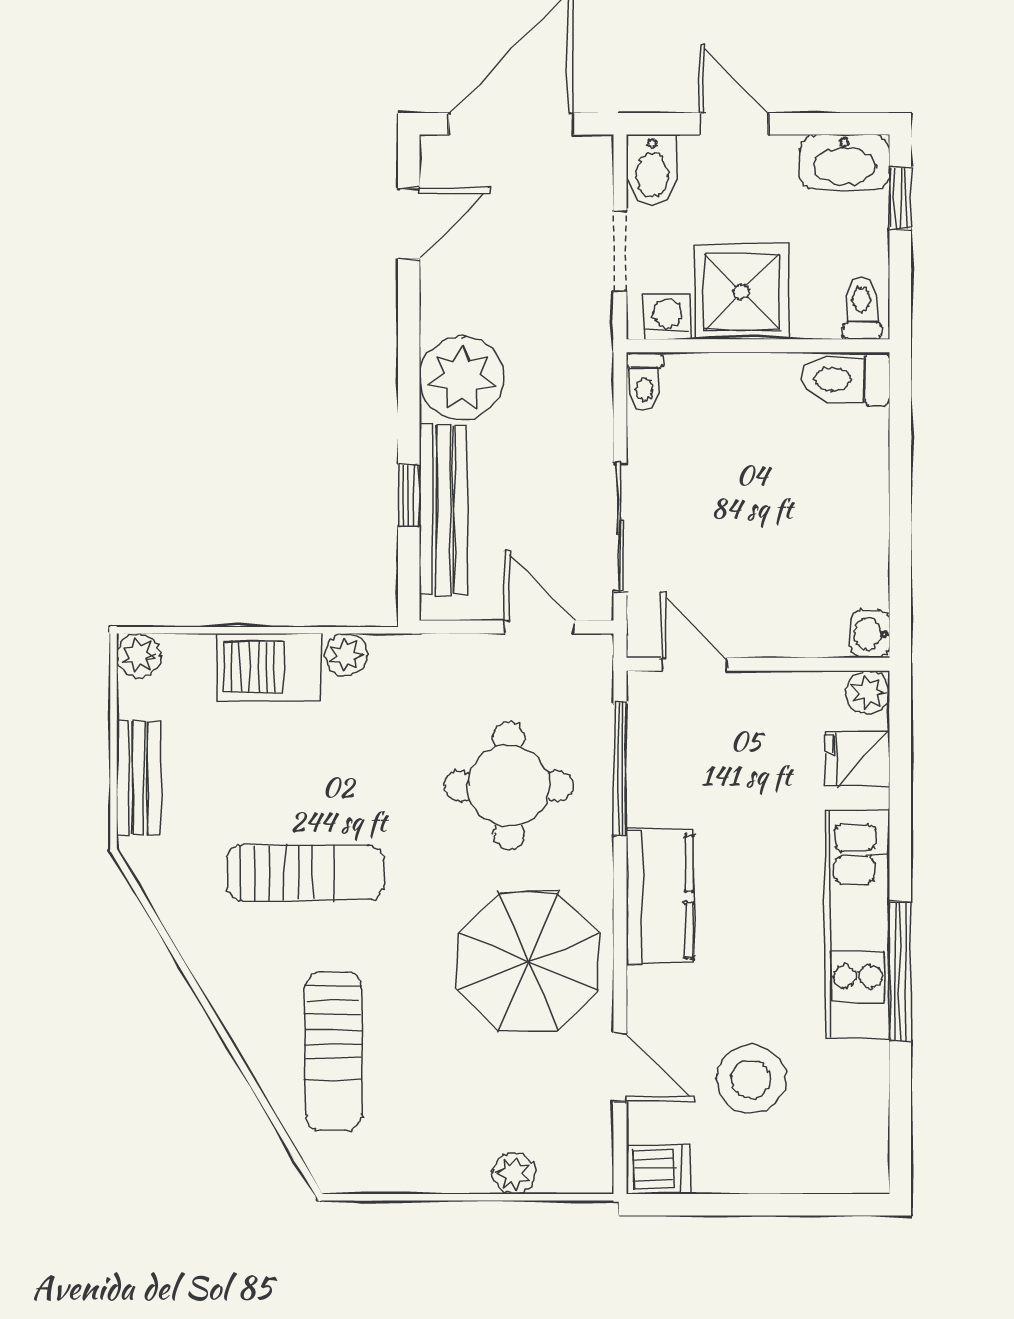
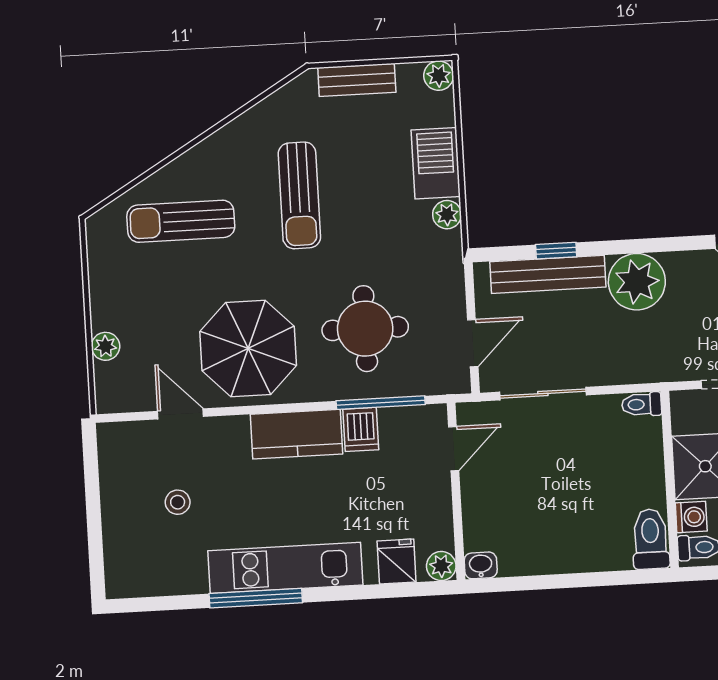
washing machine: (667, 317) -> (691, 517), moved
door: (620, 1067) -> (181, 414), swing flipped
stool: (751, 1079) -> (178, 502), width x0.53, depth x0.53
dishwasher: (658, 1169) -> (361, 429), moved

